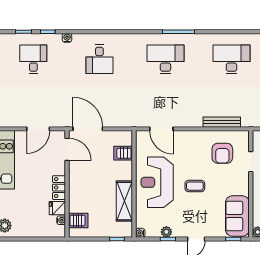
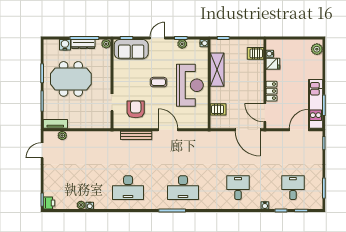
desk: (33, 59) -> (293, 188), turned 180
door: (38, 129) -> (299, 130), moved
door: (161, 129) -> (168, 130), moved
locker: (59, 188) -> (272, 91), moved
sofa: (237, 216) -> (131, 49), moved, turned 90

